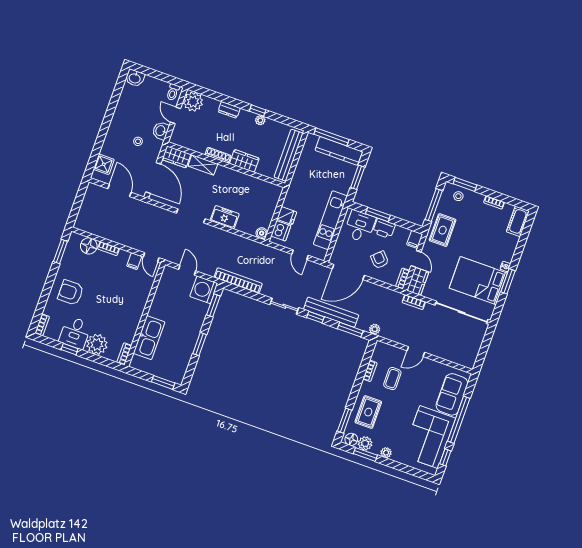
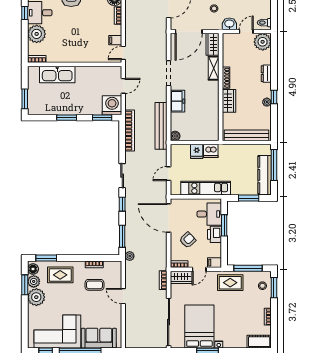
dishwasher: (281, 231) -> (211, 151), moved
bench: (331, 312) -> (161, 126), moved
plant: (386, 453) -> (36, 297), width x1.87, depth x1.87

